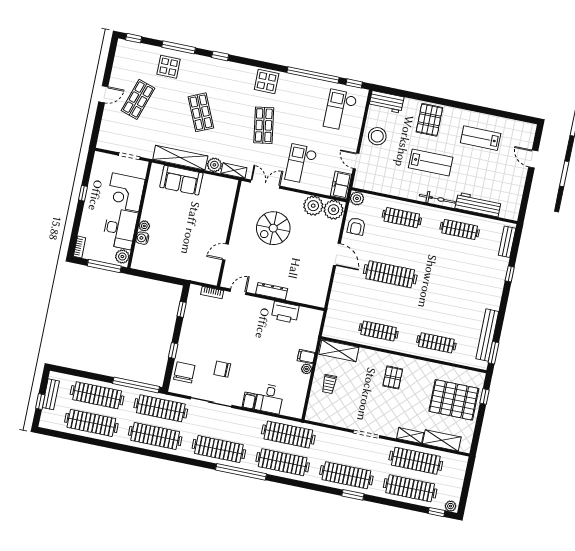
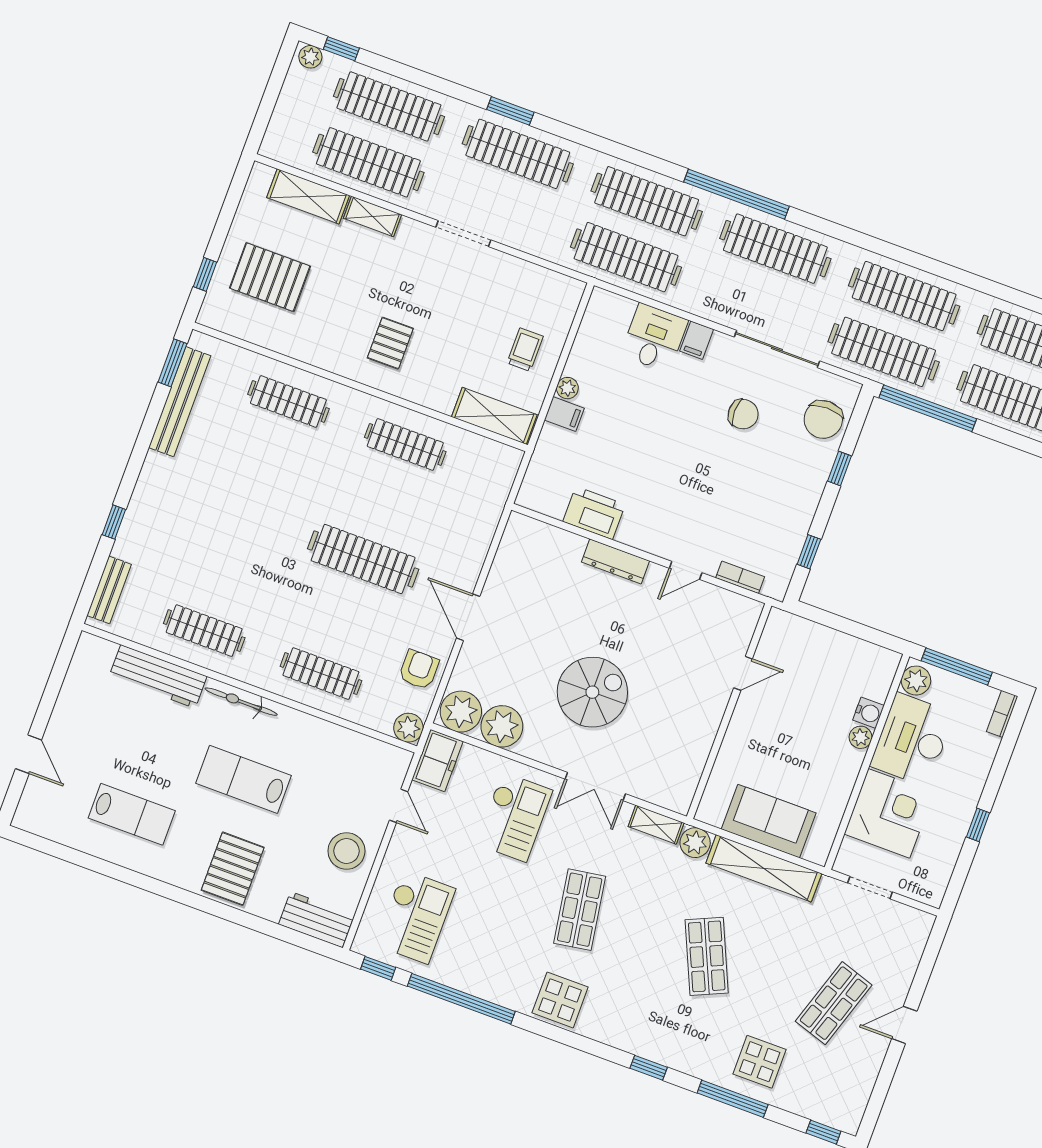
wall: (229, 233) -> (729, 711), moved
door: (225, 252) -> (743, 673), moved
pallet: (454, 400) -> (270, 277), width x0.73, depth x0.71

